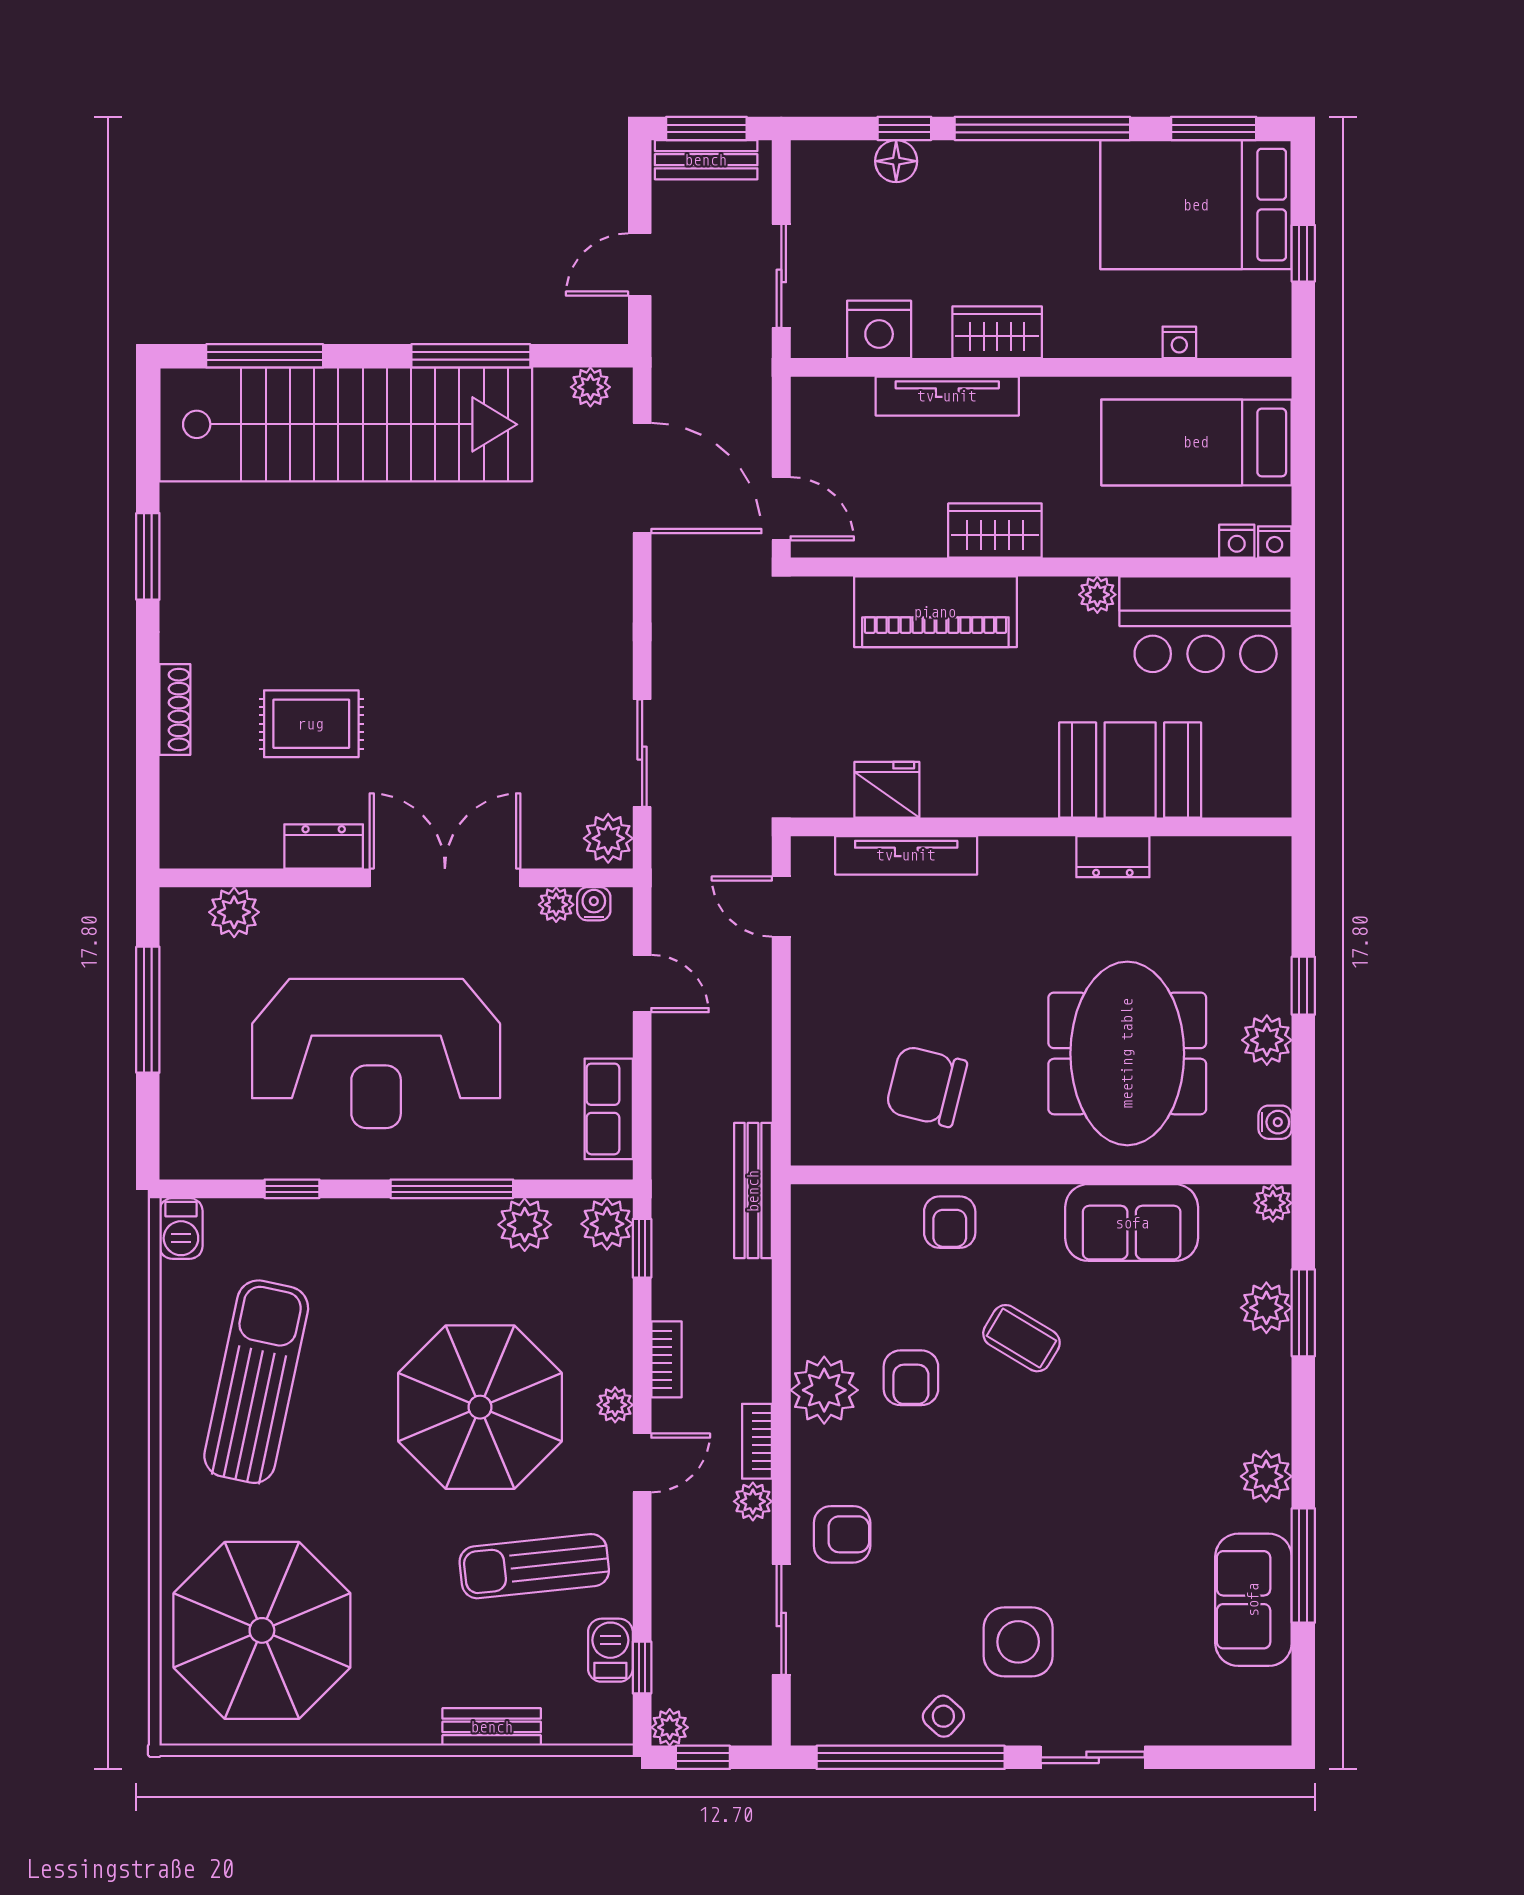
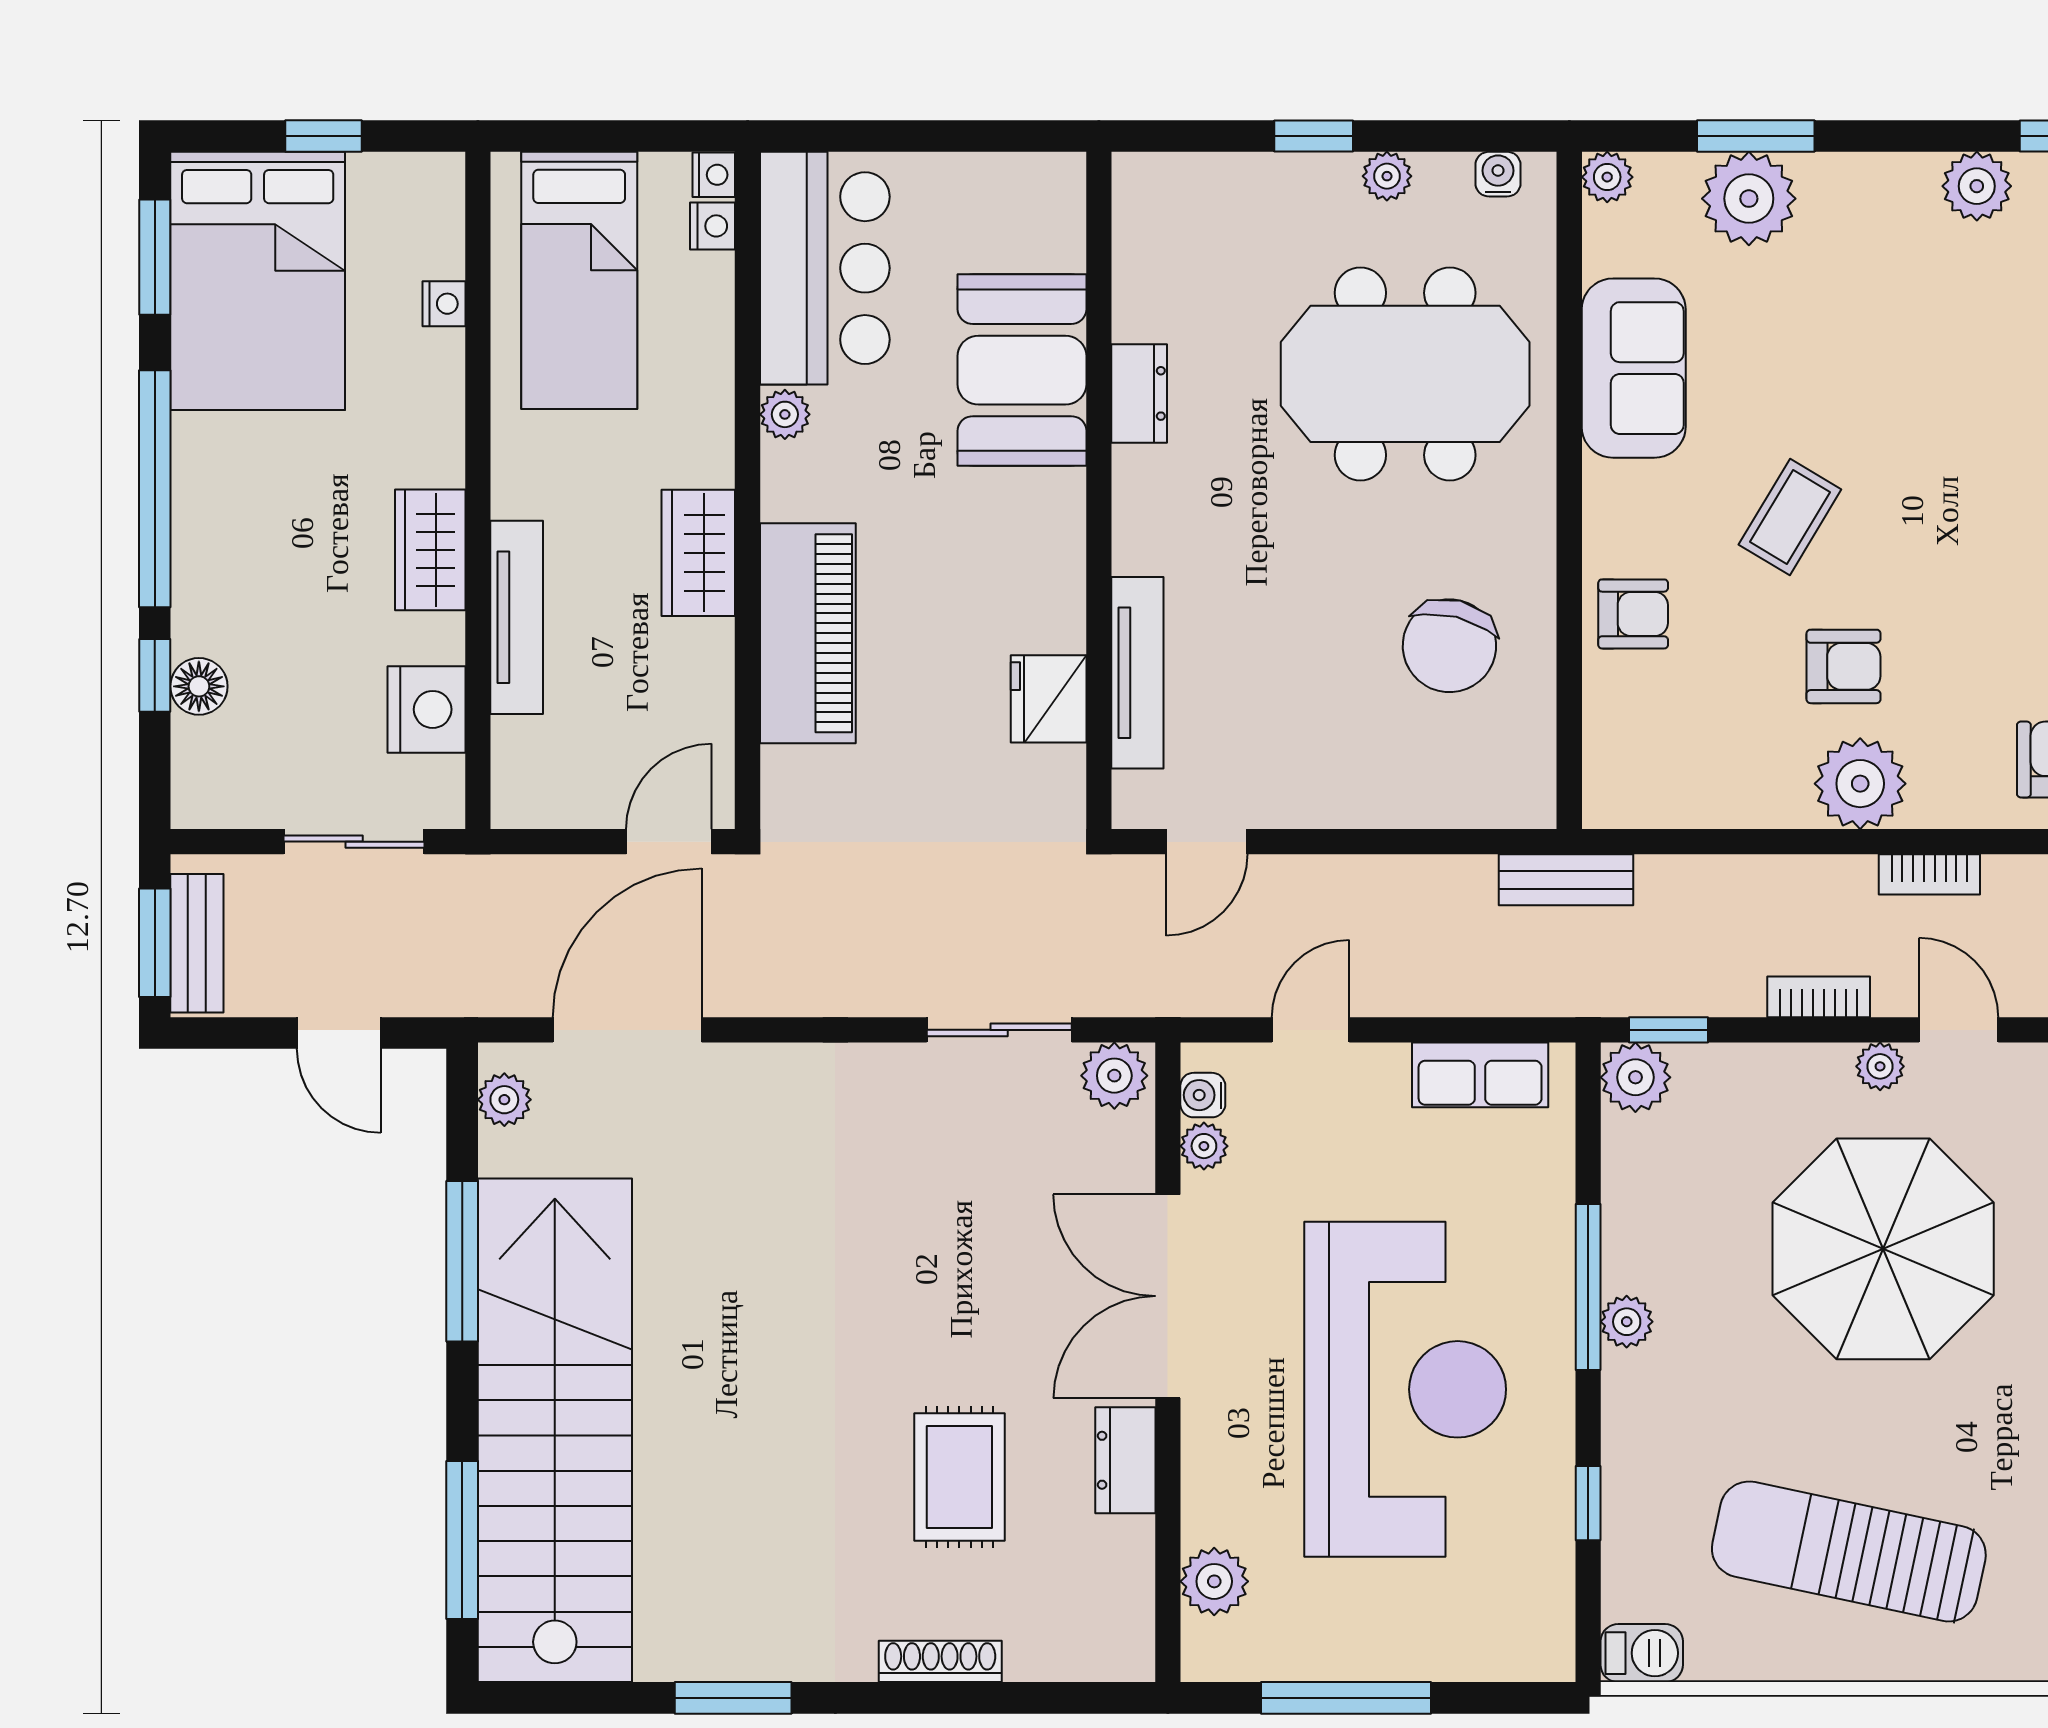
plant: (1267, 1040) -> (1387, 176), width x0.73, depth x0.73
bench: (753, 1191) -> (1566, 880), width x0.73
plant: (525, 1225) -> (1627, 1322), moved, width x0.73, depth x0.73
plant: (1266, 1308) -> (1749, 199), width x1.36, depth x1.36
plant: (753, 1501) -> (2011, 880), removed

